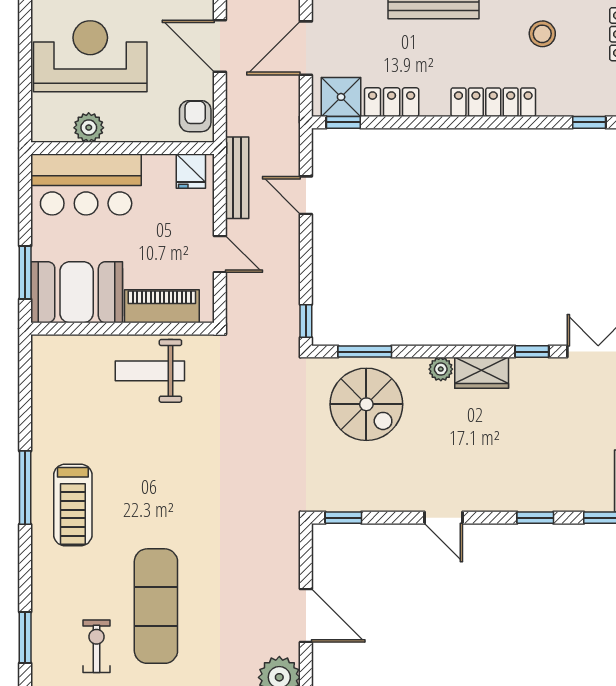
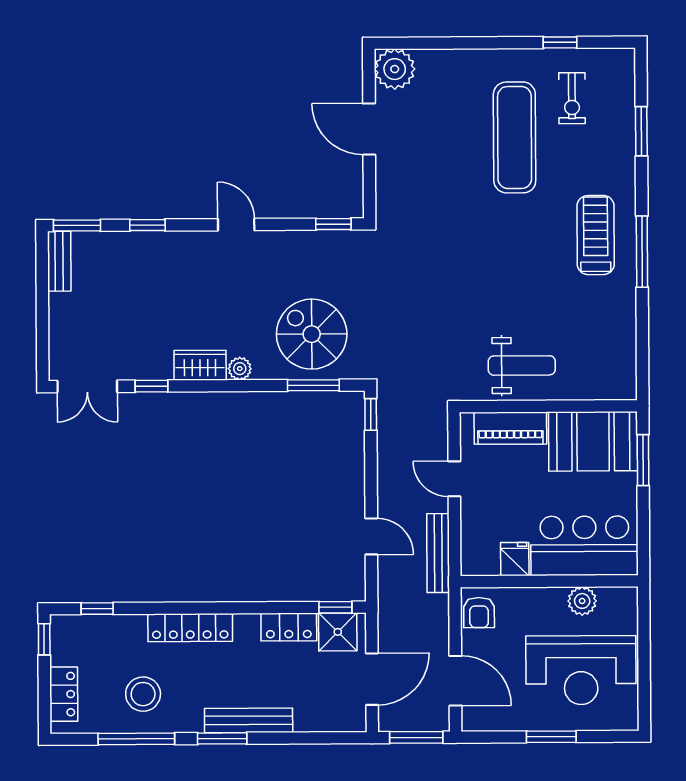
stool: (542, 34) -> (143, 694), width x1.38, depth x1.38
fridge: (191, 171) -> (515, 559), moved
window: (25, 638) -> (641, 131), moved

